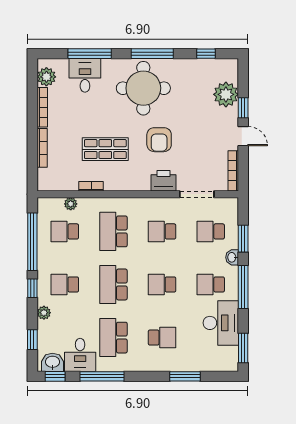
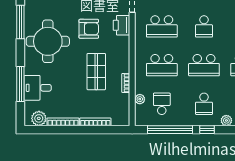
window: (152, 54) -> (20, 22), moved
school desk: (65, 231) -> (162, 104), turned 180
school desk: (162, 231) -> (162, 26), width x1.85

